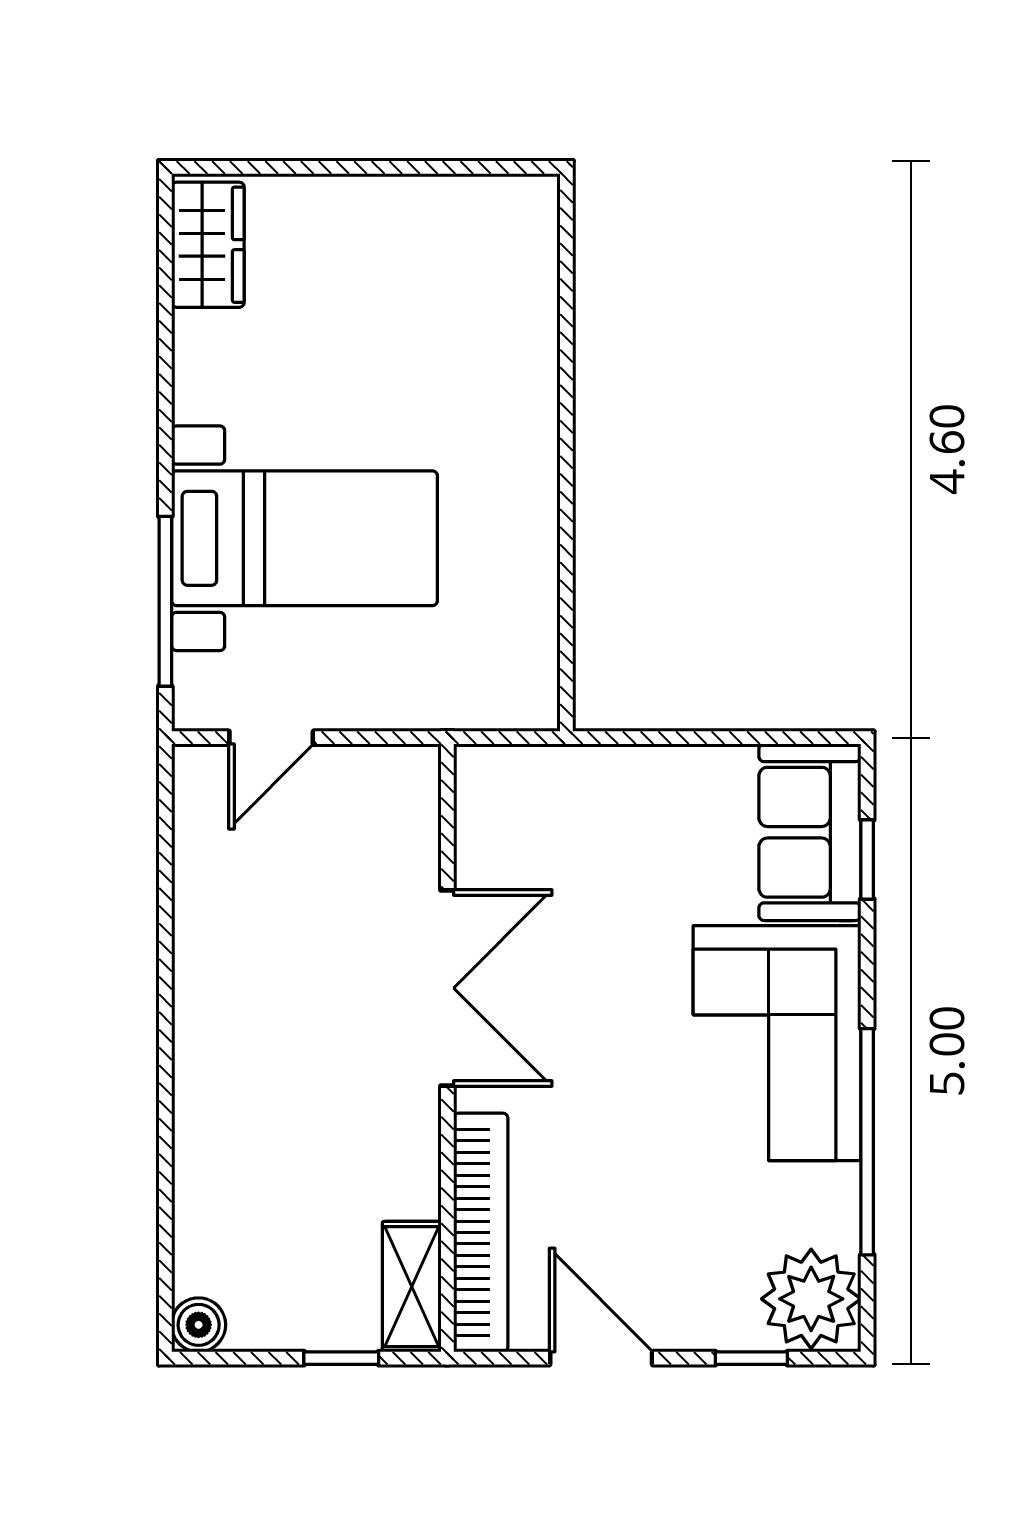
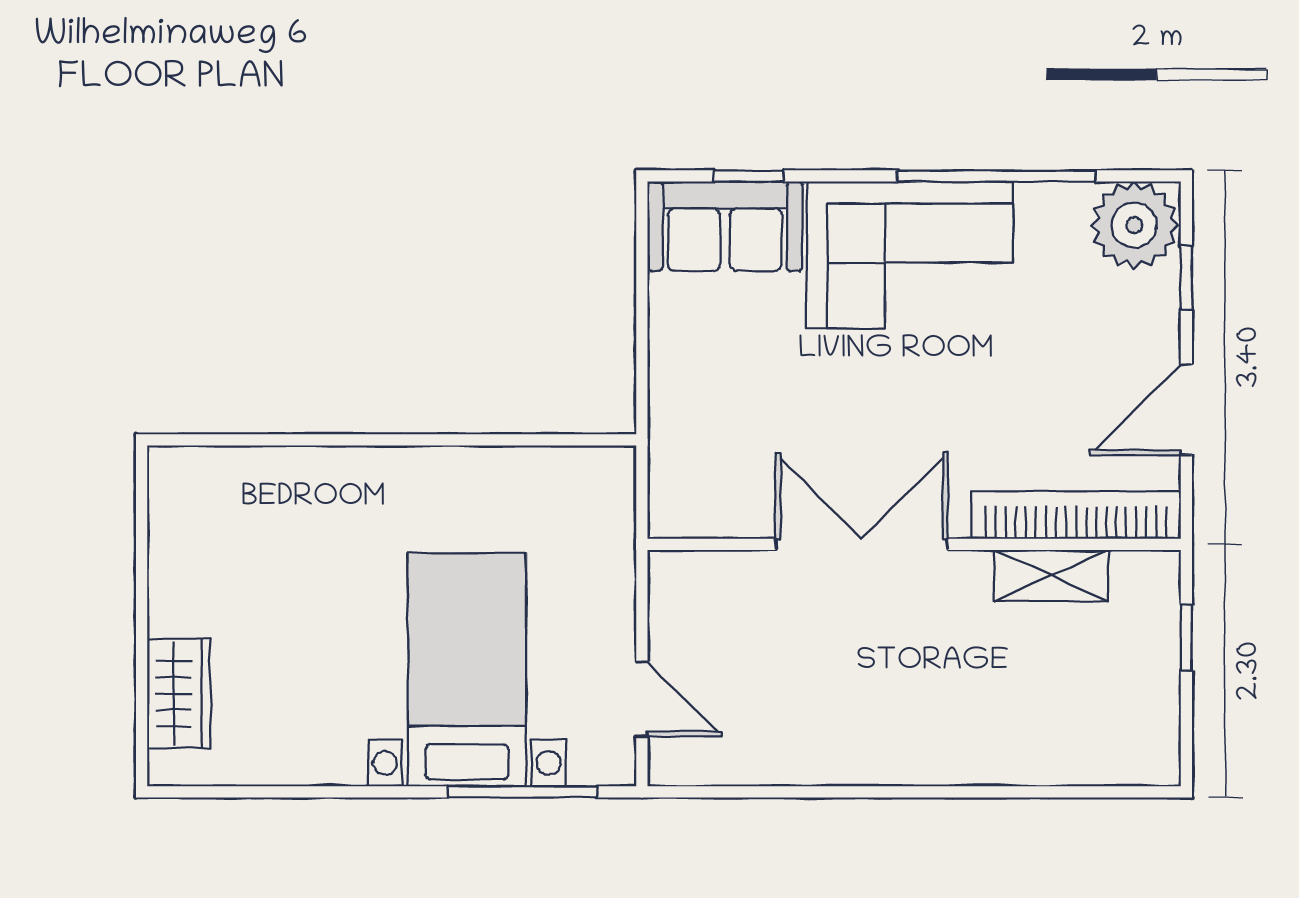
wardrobe: (208, 245) -> (179, 694), moved, turned 90
shelving: (412, 1287) -> (1051, 576), moved
boiler: (199, 1325) -> (1157, 763), removed

